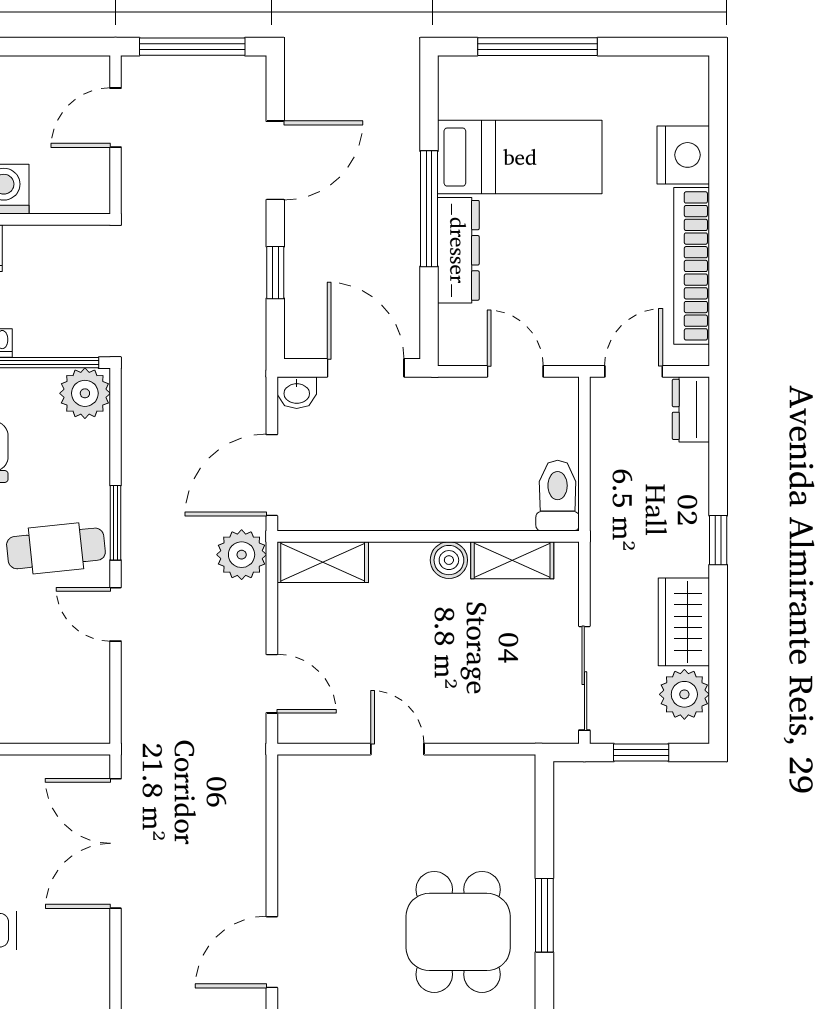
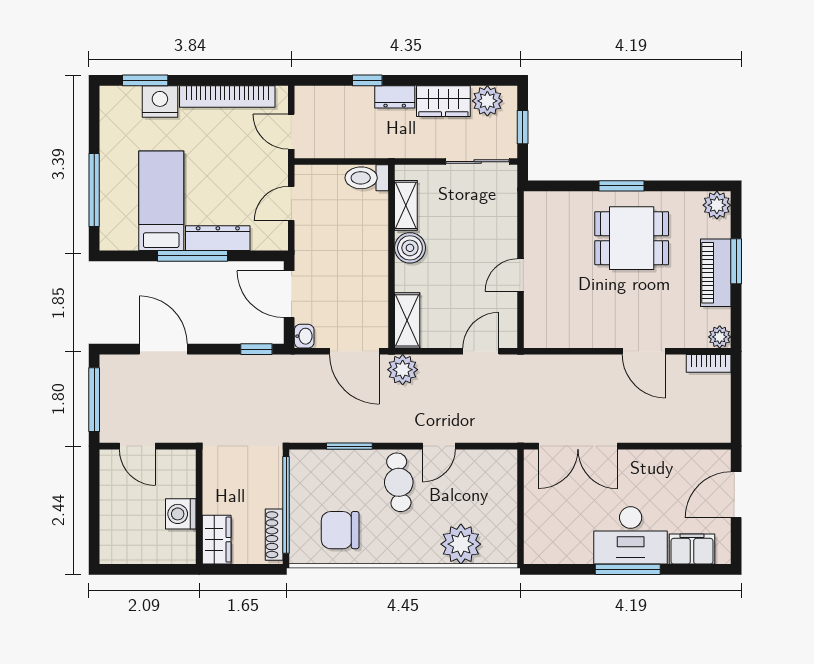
window: (718, 130) -> (145, 80), added
window: (275, 273) -> (256, 349), moved
door: (366, 368) -> (289, 294), hinge flipped
plant: (85, 393) -> (305, 465), removed
dresser: (691, 409) -> (395, 97), moved
window: (116, 523) -> (349, 446), moved
window: (718, 540) -> (367, 80), moved
boiler: (449, 560) -> (410, 248), width x1.36, depth x1.36

